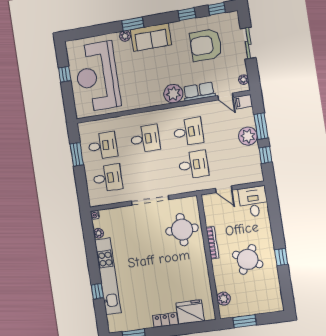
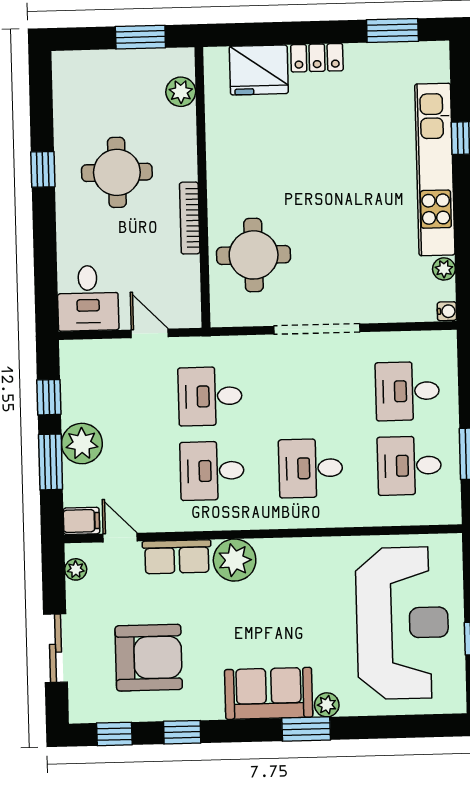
round table: (248, 259) -> (117, 172), turned -30

